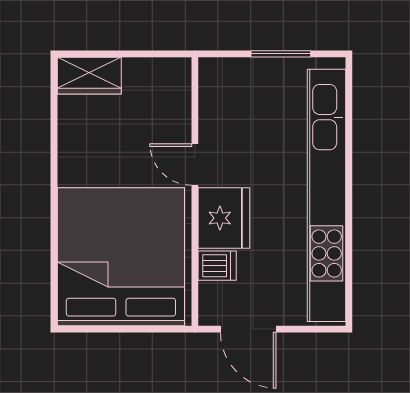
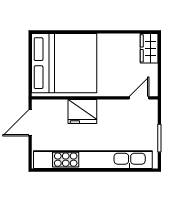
door: (195, 164) -> (139, 98), moved
dishwasher: (217, 266) -> (60, 108), removed

